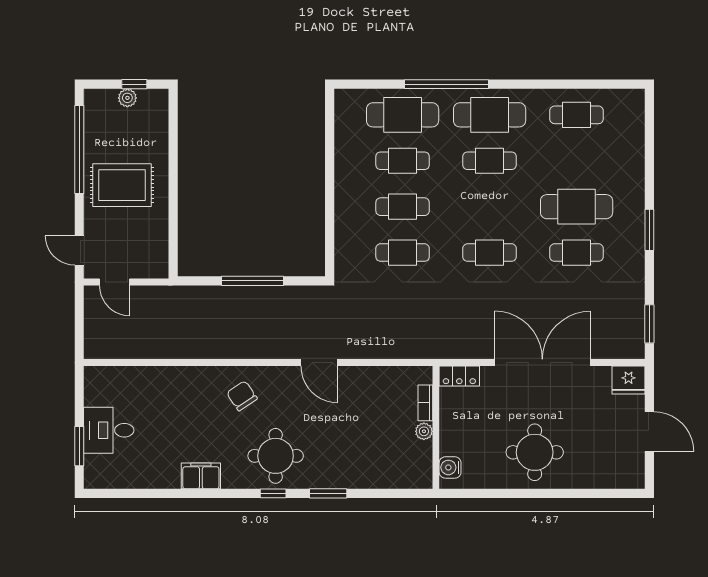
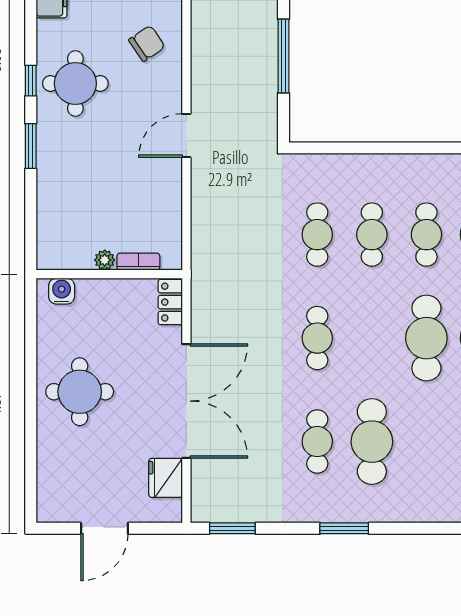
cafe table: (490, 161) -> (426, 338), width x1.37, depth x1.35
fridge: (629, 380) -> (166, 478), moved

